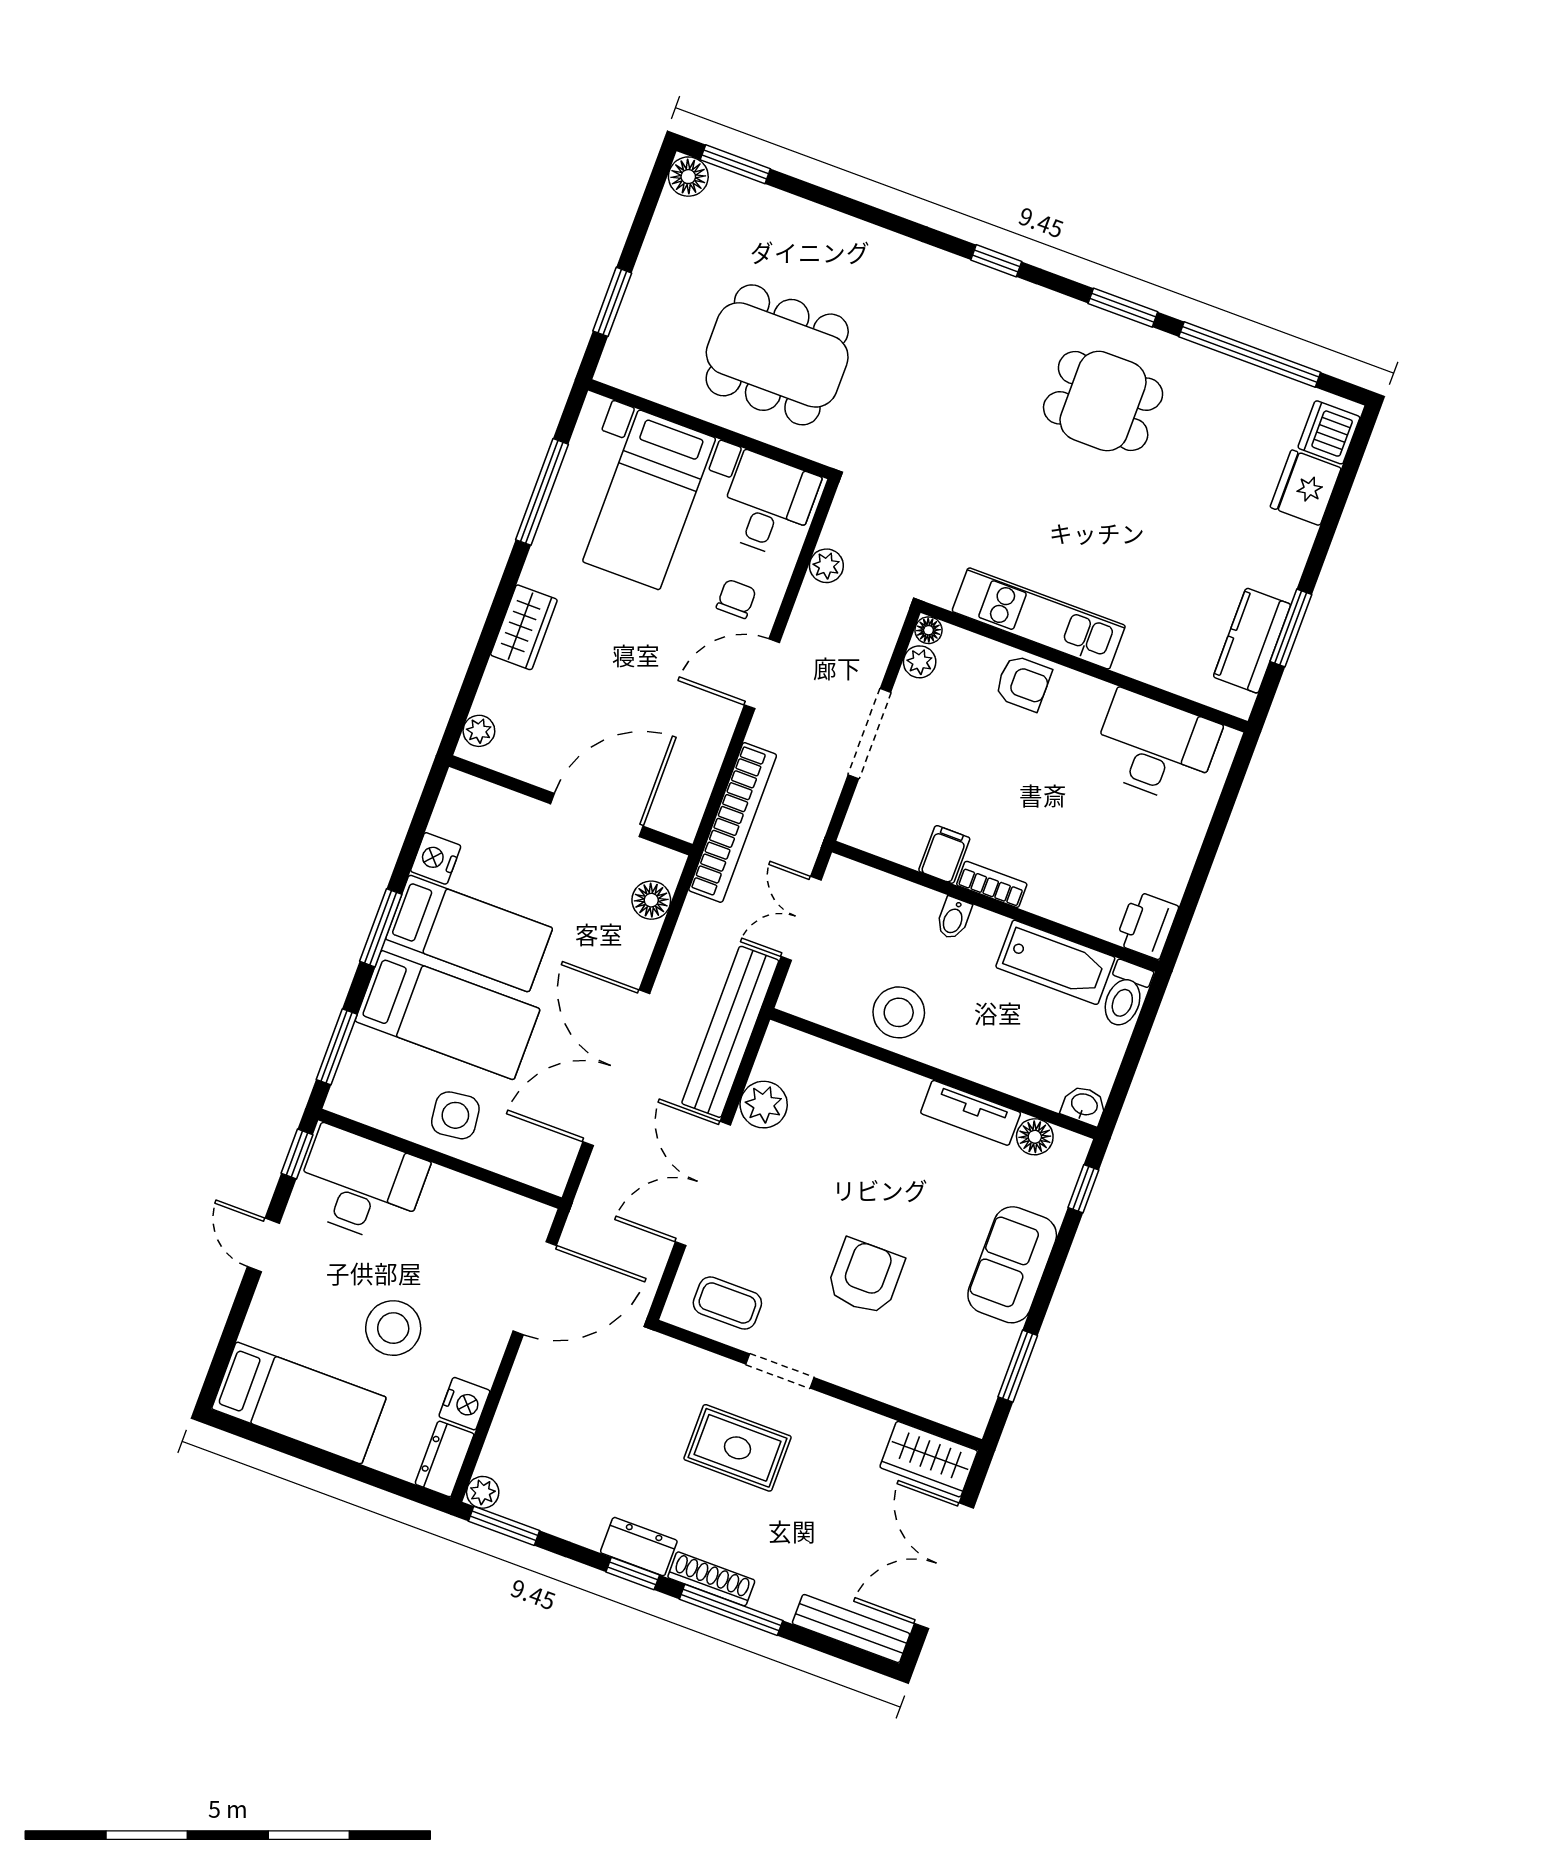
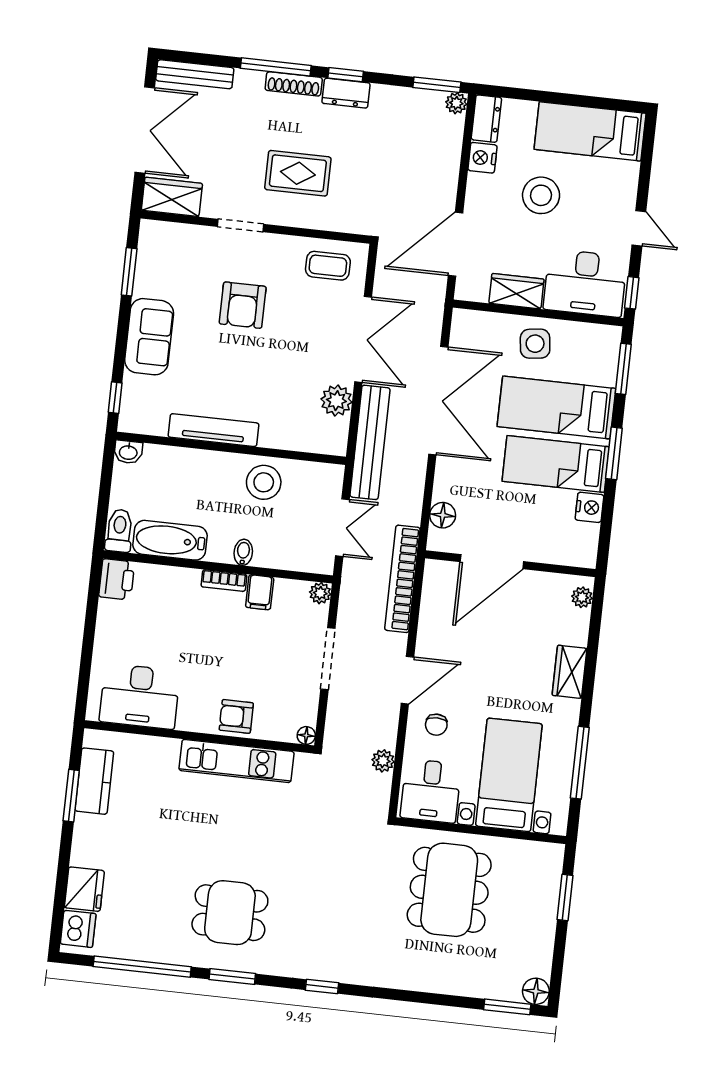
dining table: (777, 355) -> (449, 890), turned 90
plant: (920, 662) -> (320, 593), moved
tv unit: (971, 1113) -> (214, 430), width x1.41
floor lamp: (1035, 1137) -> (155, 424), removed
wardrobe: (463, 1198) -> (516, 291), added
doorway: (780, 1371) -> (240, 225), moved

